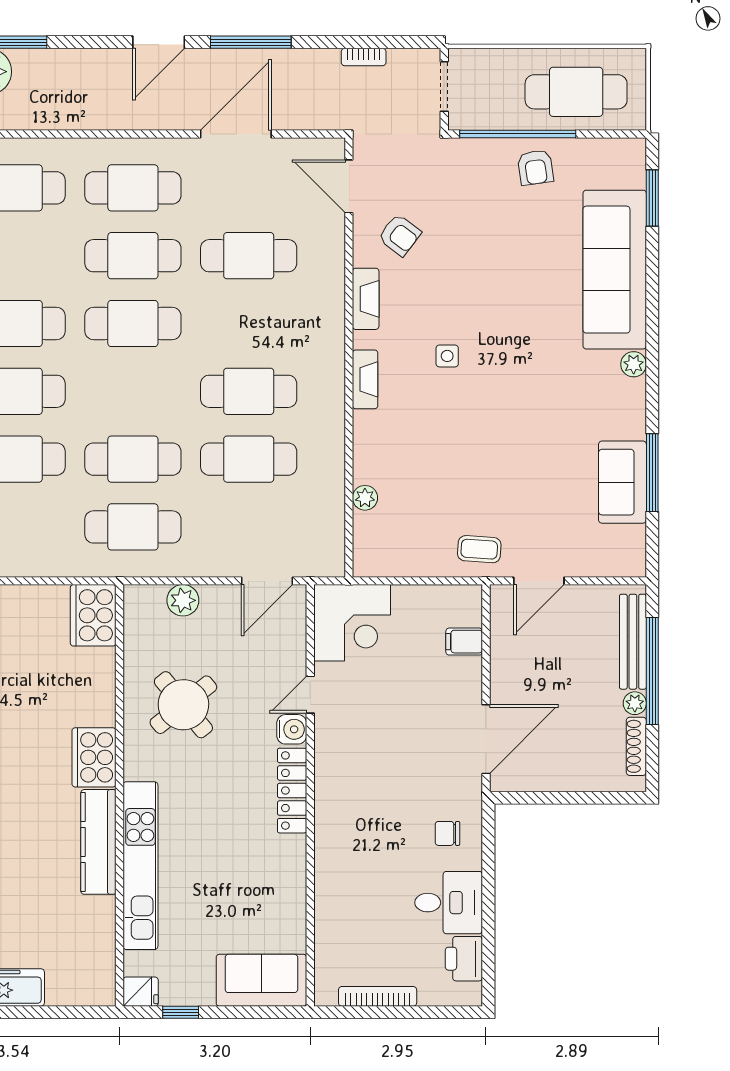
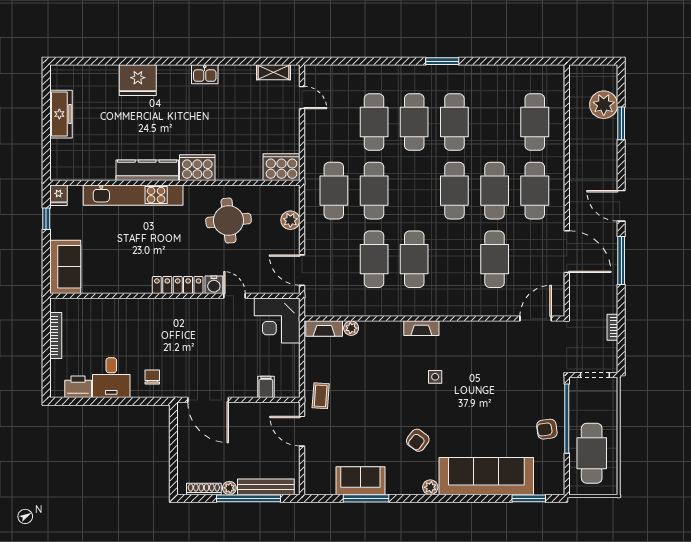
armchair: (400, 235) -> (418, 440), moved
fireplace: (366, 299) -> (324, 329), moved
round table: (183, 705) -> (229, 221), turned 33

